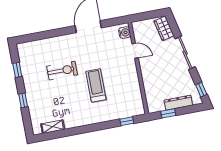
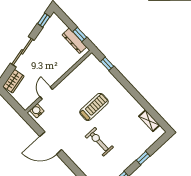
treadmill: (96, 85) -> (94, 107), turned 180
dresser: (178, 103) -> (74, 41), moved

